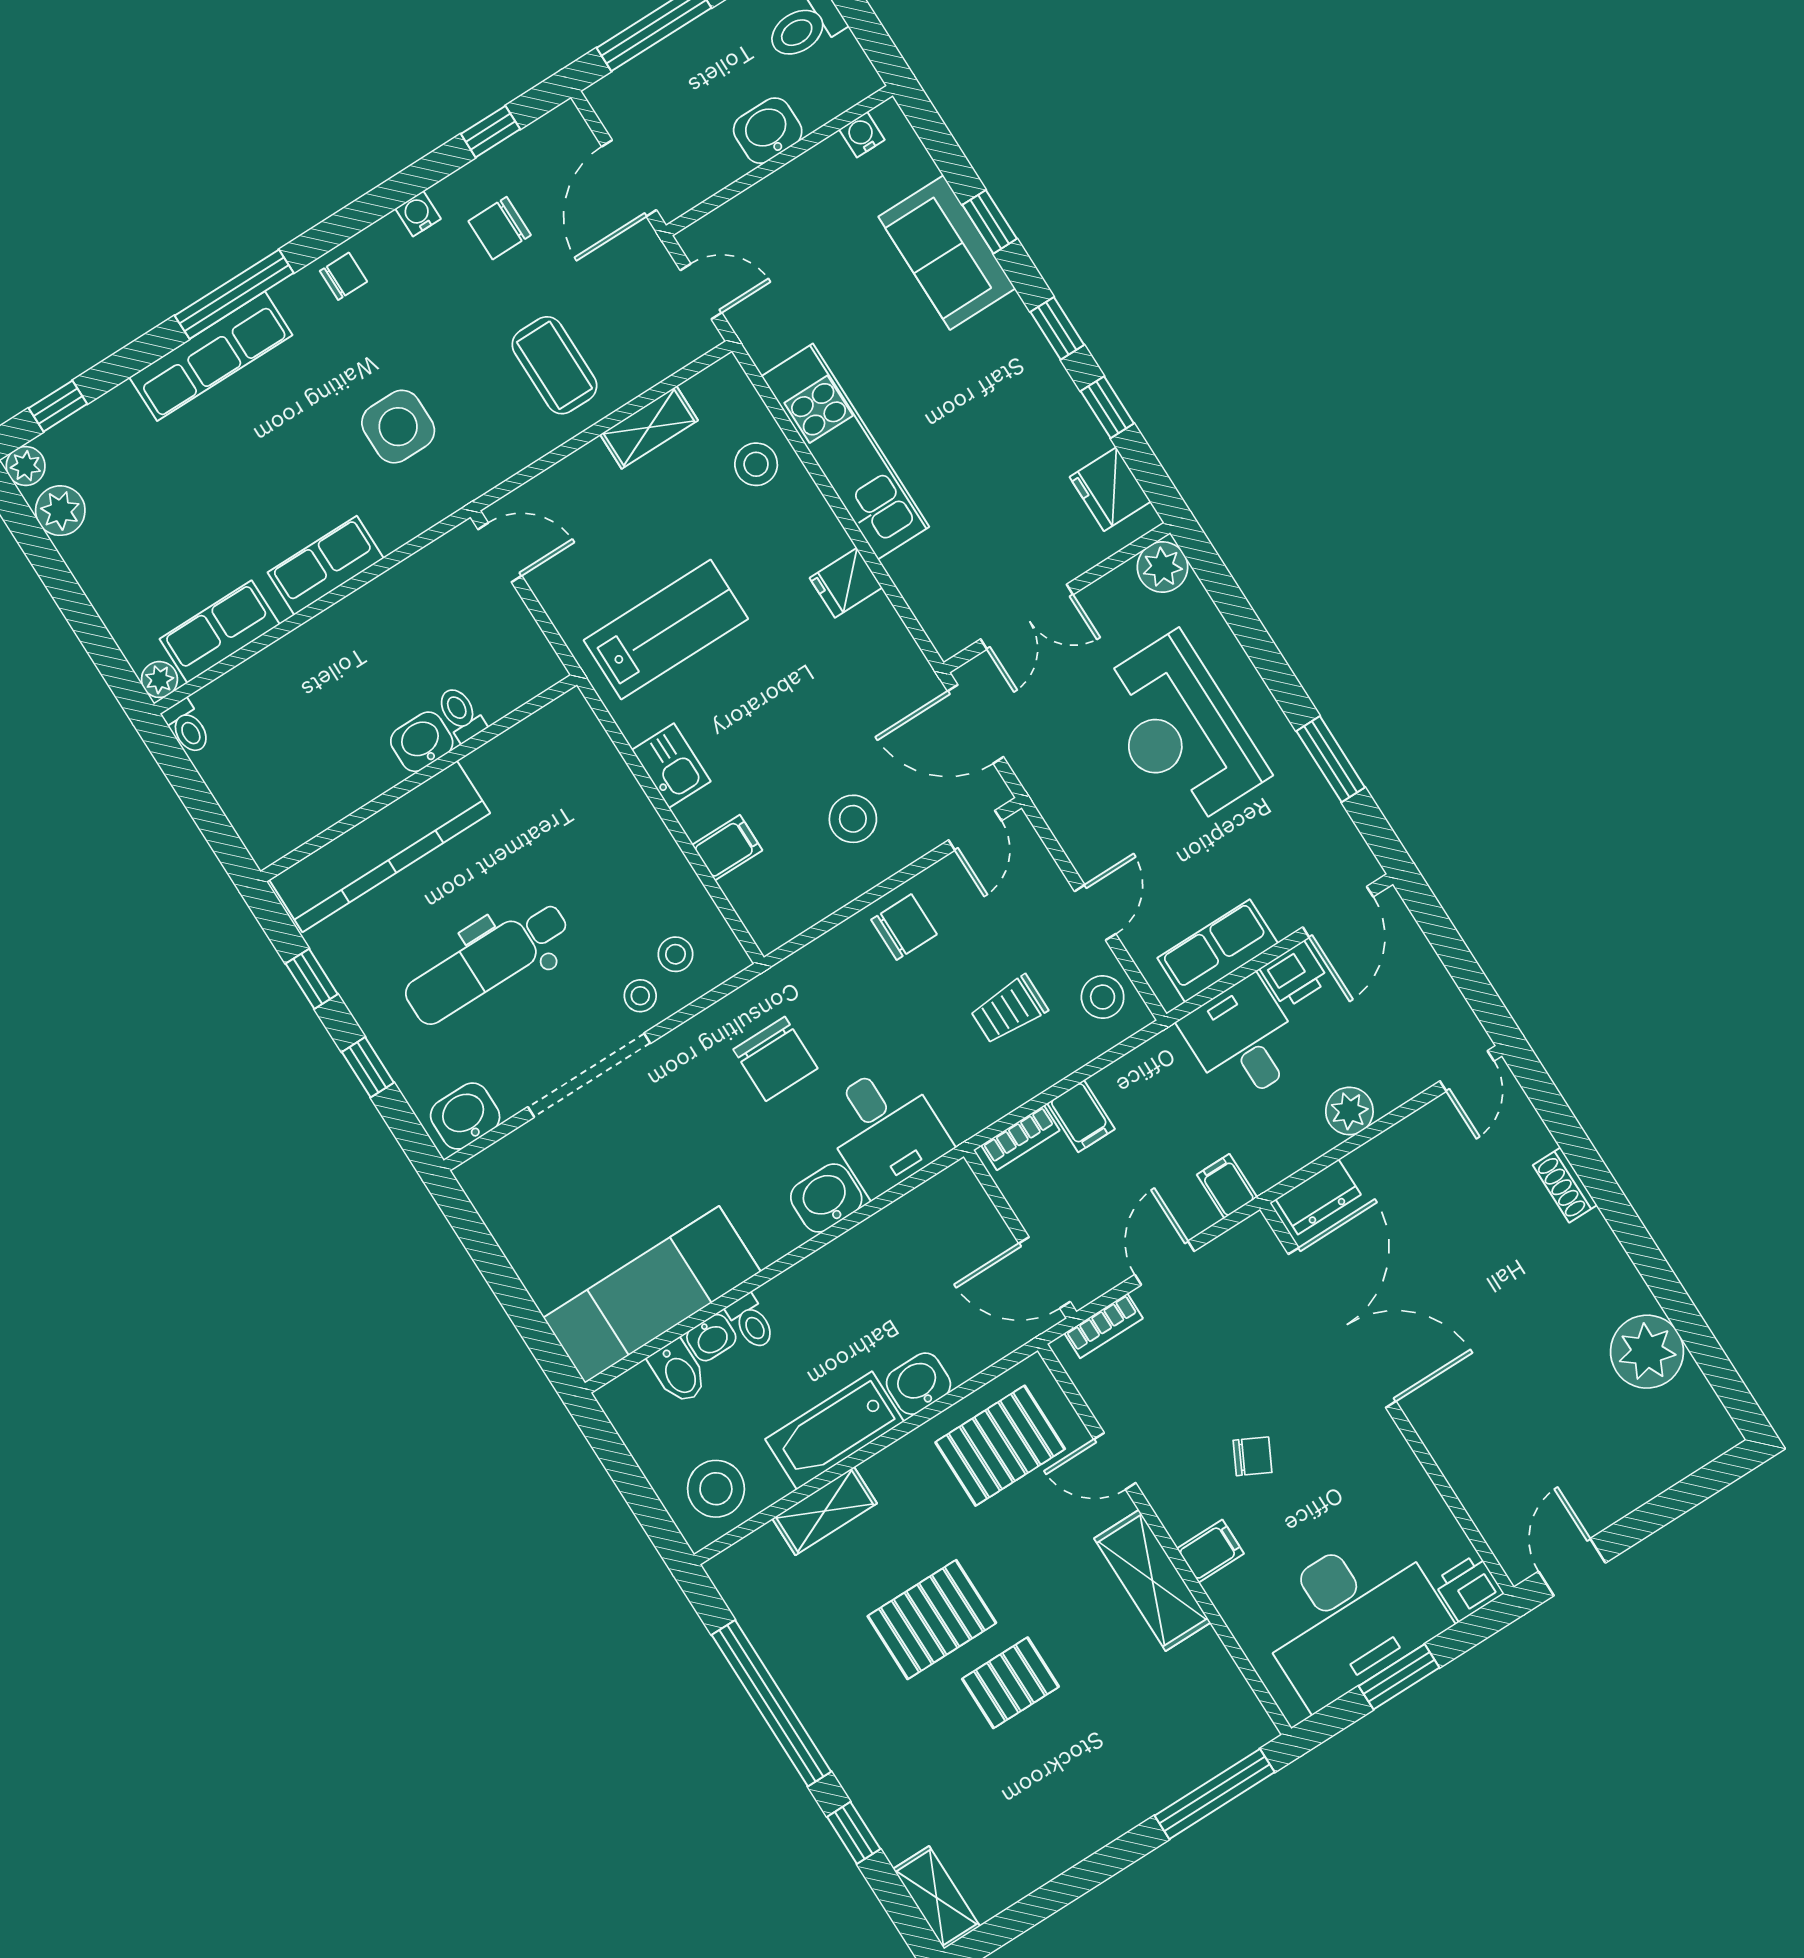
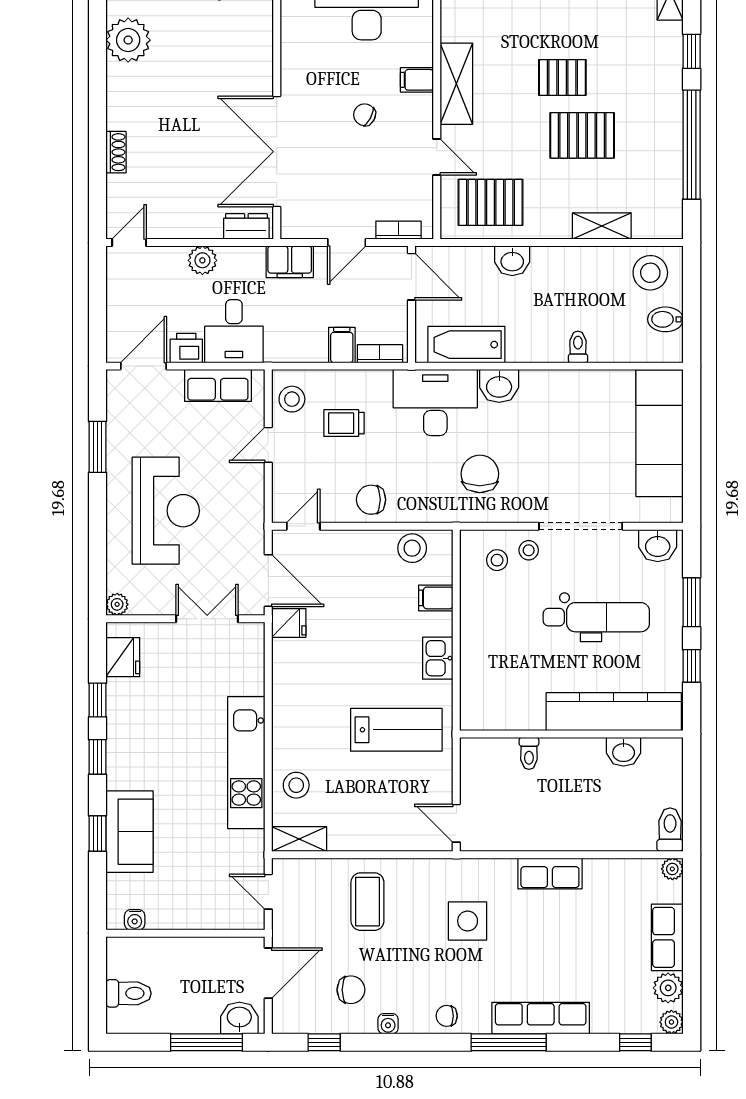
washbasin: (768, 131) -> (239, 1018), moved, turned 180
shelving: (649, 427) -> (299, 839), moved
plant: (1162, 567) -> (117, 604), width x0.73, depth x0.73
fridge: (846, 583) -> (289, 623), moved
lab bench: (666, 630) -> (396, 730), turned 180
row of seats: (220, 632) -> (667, 937), moved, turned 90
toilet: (187, 727) -> (670, 830), width x1.37, depth x1.39
washbasin: (422, 742) -> (624, 752), moved
stool: (853, 819) -> (412, 548), moved
trolley: (1009, 1010) -> (344, 423), turned 180
window: (368, 1067) -> (692, 602), width x1.50
desk: (884, 1129) -> (435, 403), width x1.37
filing cabinet: (1227, 1186) -> (290, 262), width x2.00
exam couch: (652, 1295) -> (660, 433), moved, turned 90
washbasin: (711, 1338) -> (603, 352), removed
bidet: (678, 1372) -> (665, 319), moved, turned -90
bathtub: (834, 1430) -> (466, 345), moved, turned 180

